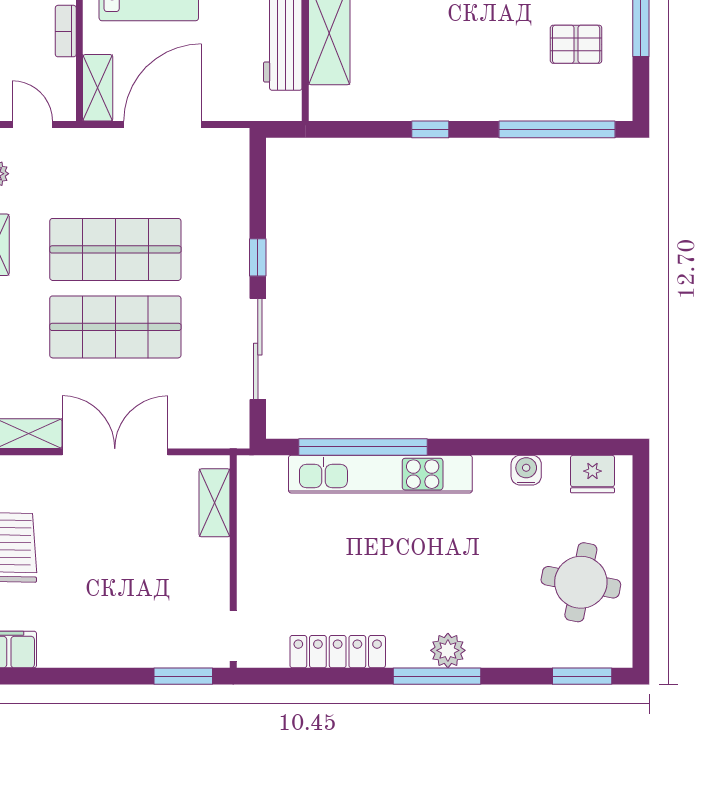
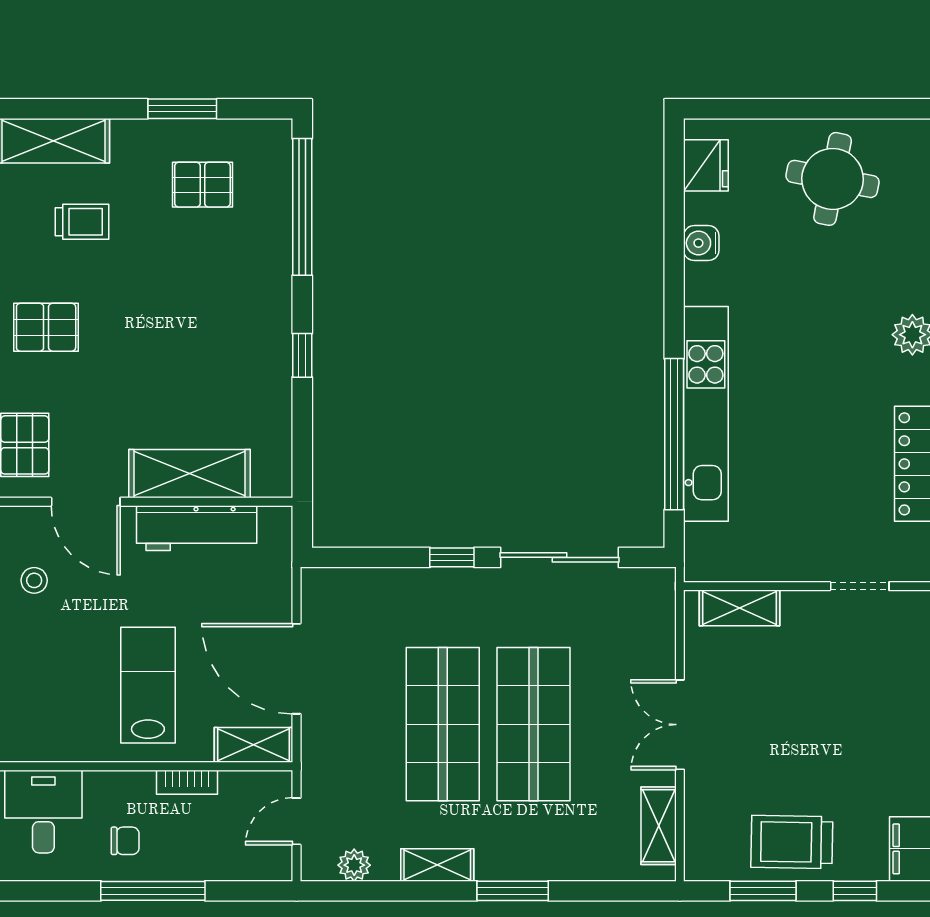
pallet: (576, 44) -> (202, 185), turned 90
double door: (115, 452) -> (680, 725), width x0.73
doorway: (233, 636) -> (860, 586), moved

